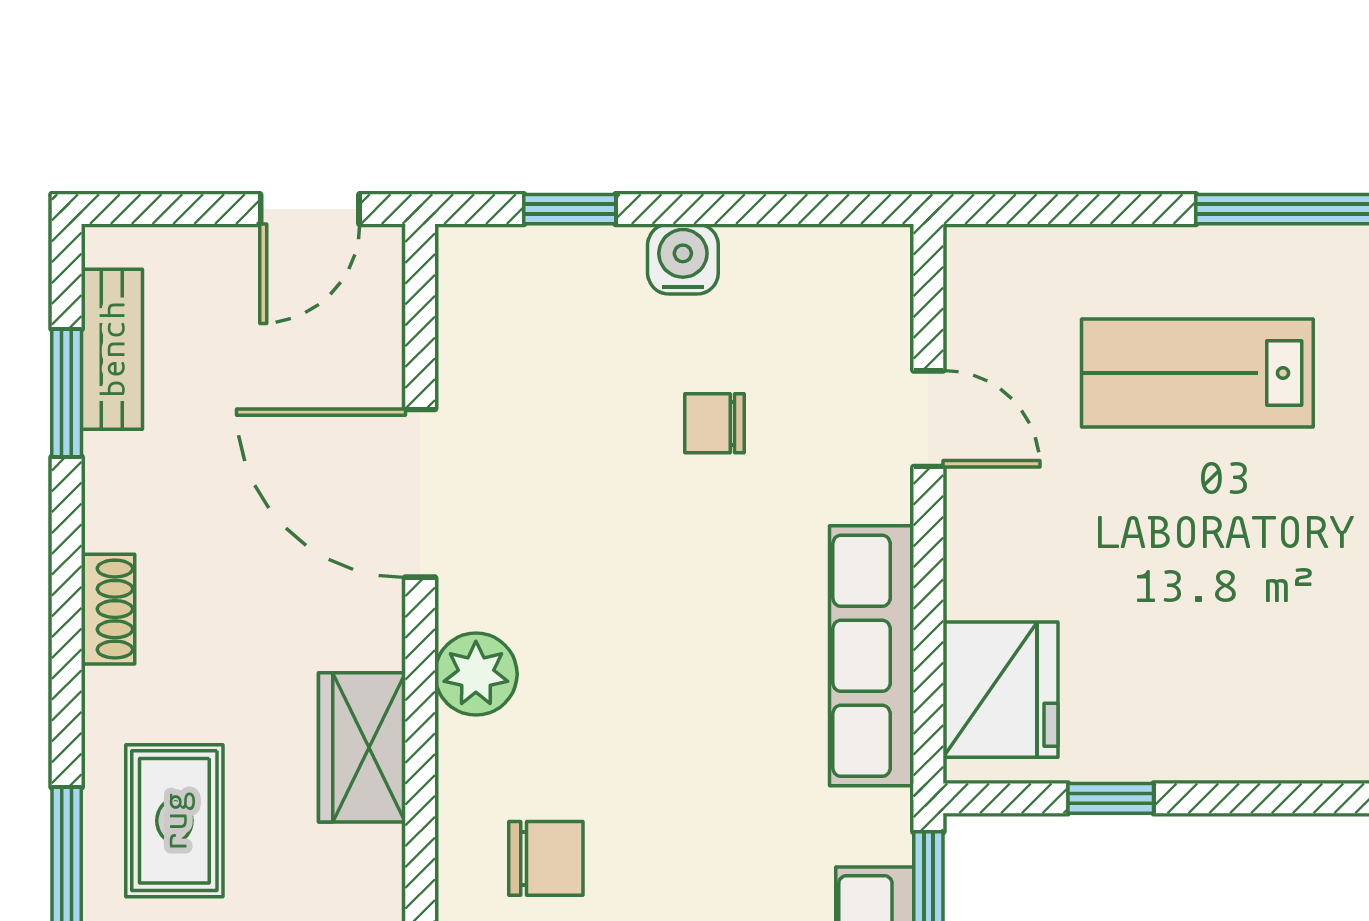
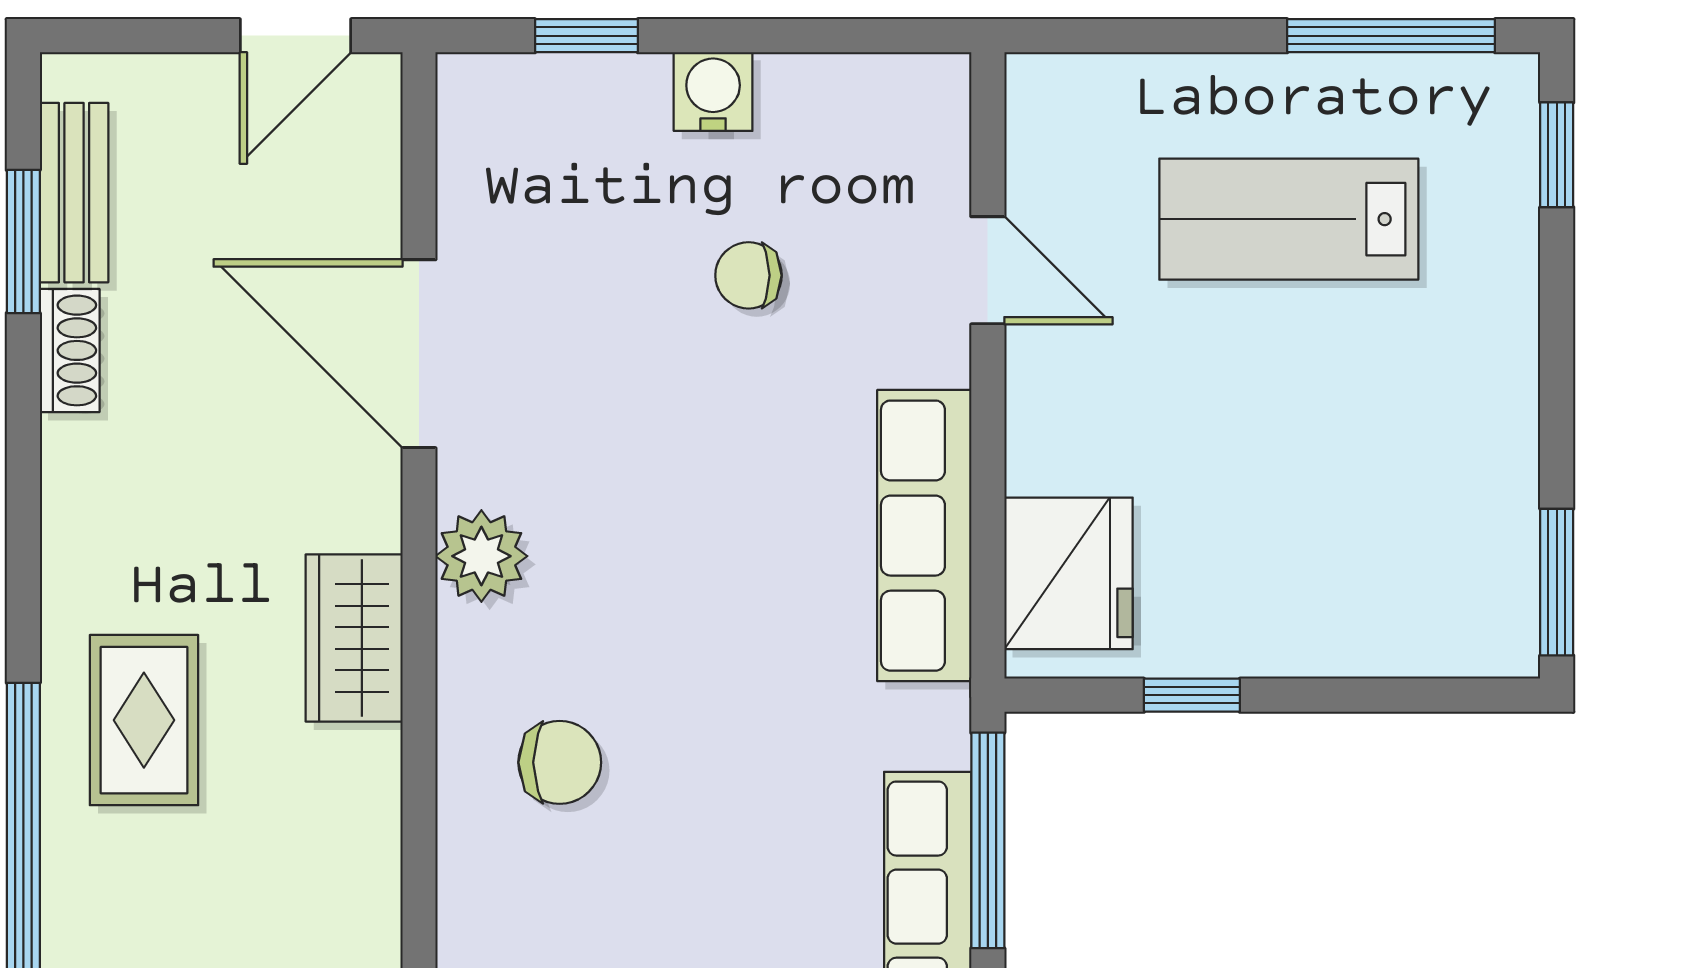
shoe rack: (108, 609) -> (70, 350), moved

